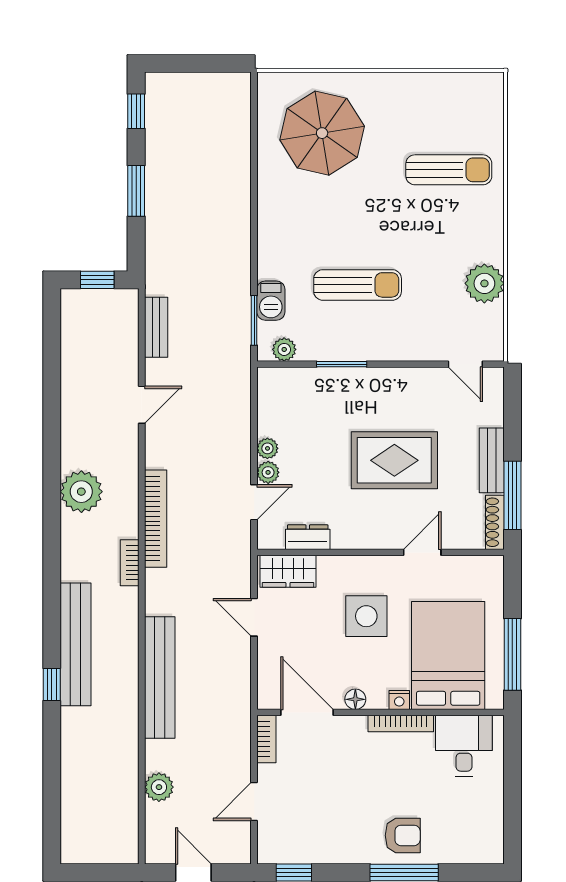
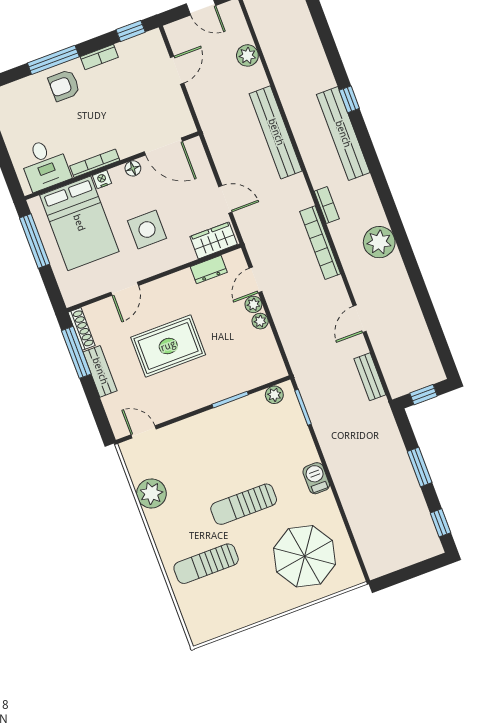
sun lounger: (358, 285) -> (244, 504), moved
barbecue: (271, 301) -> (316, 478), moved
bookcase: (266, 739) -> (99, 57), moved, turned -90

